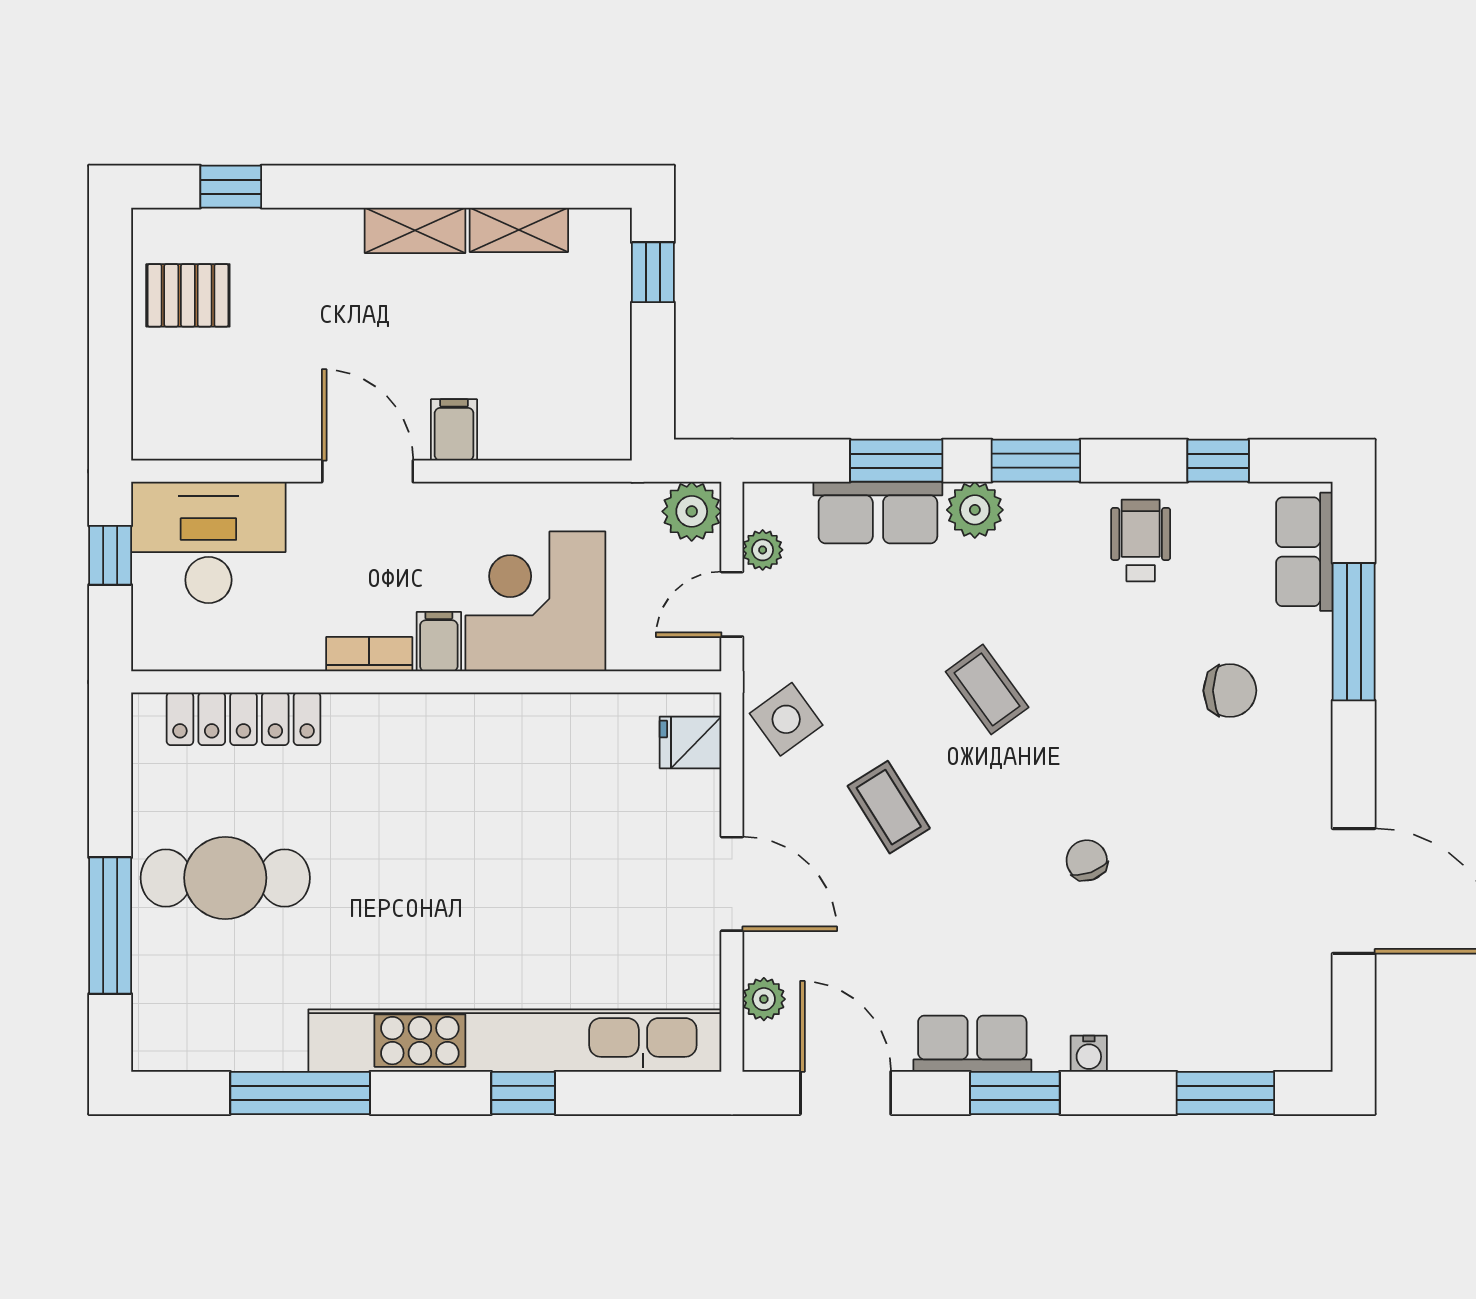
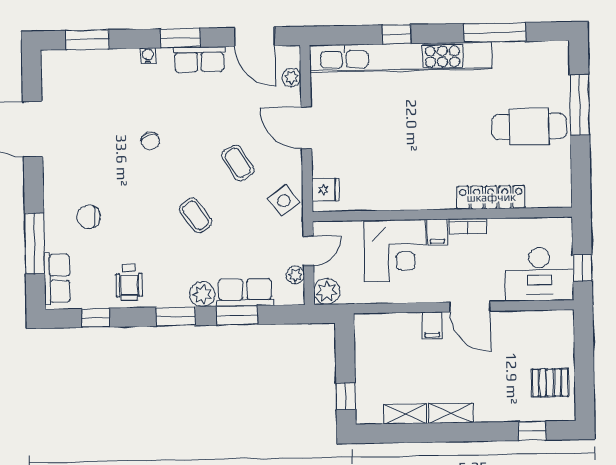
locker: (243, 719) -> (491, 197), moved

